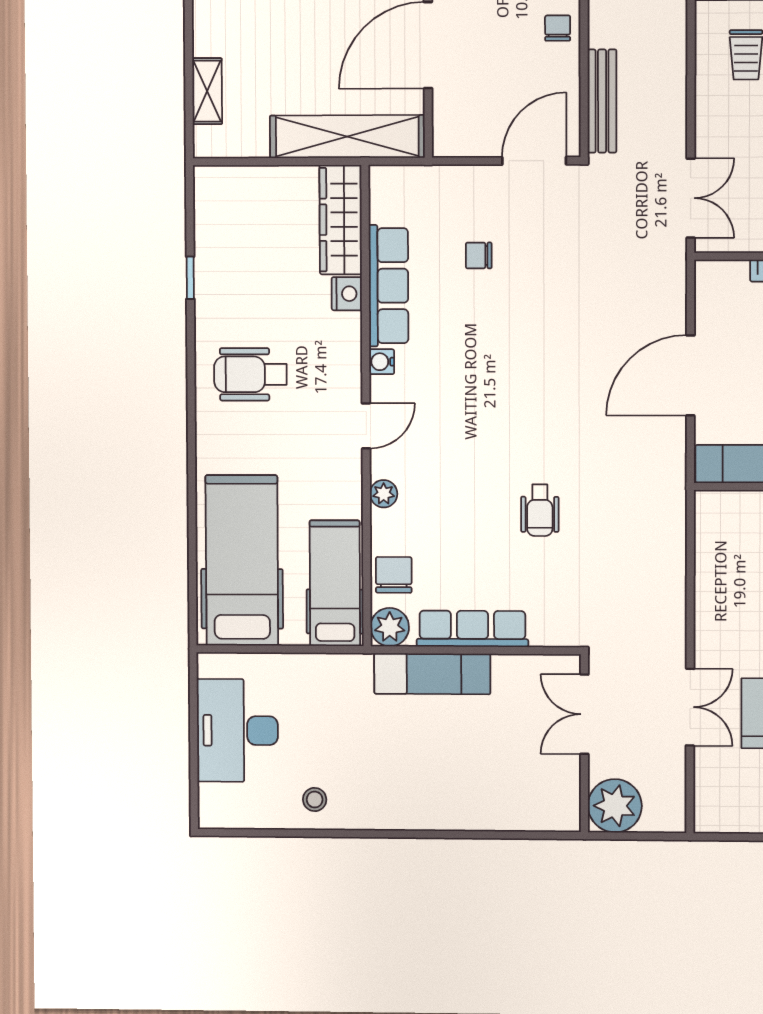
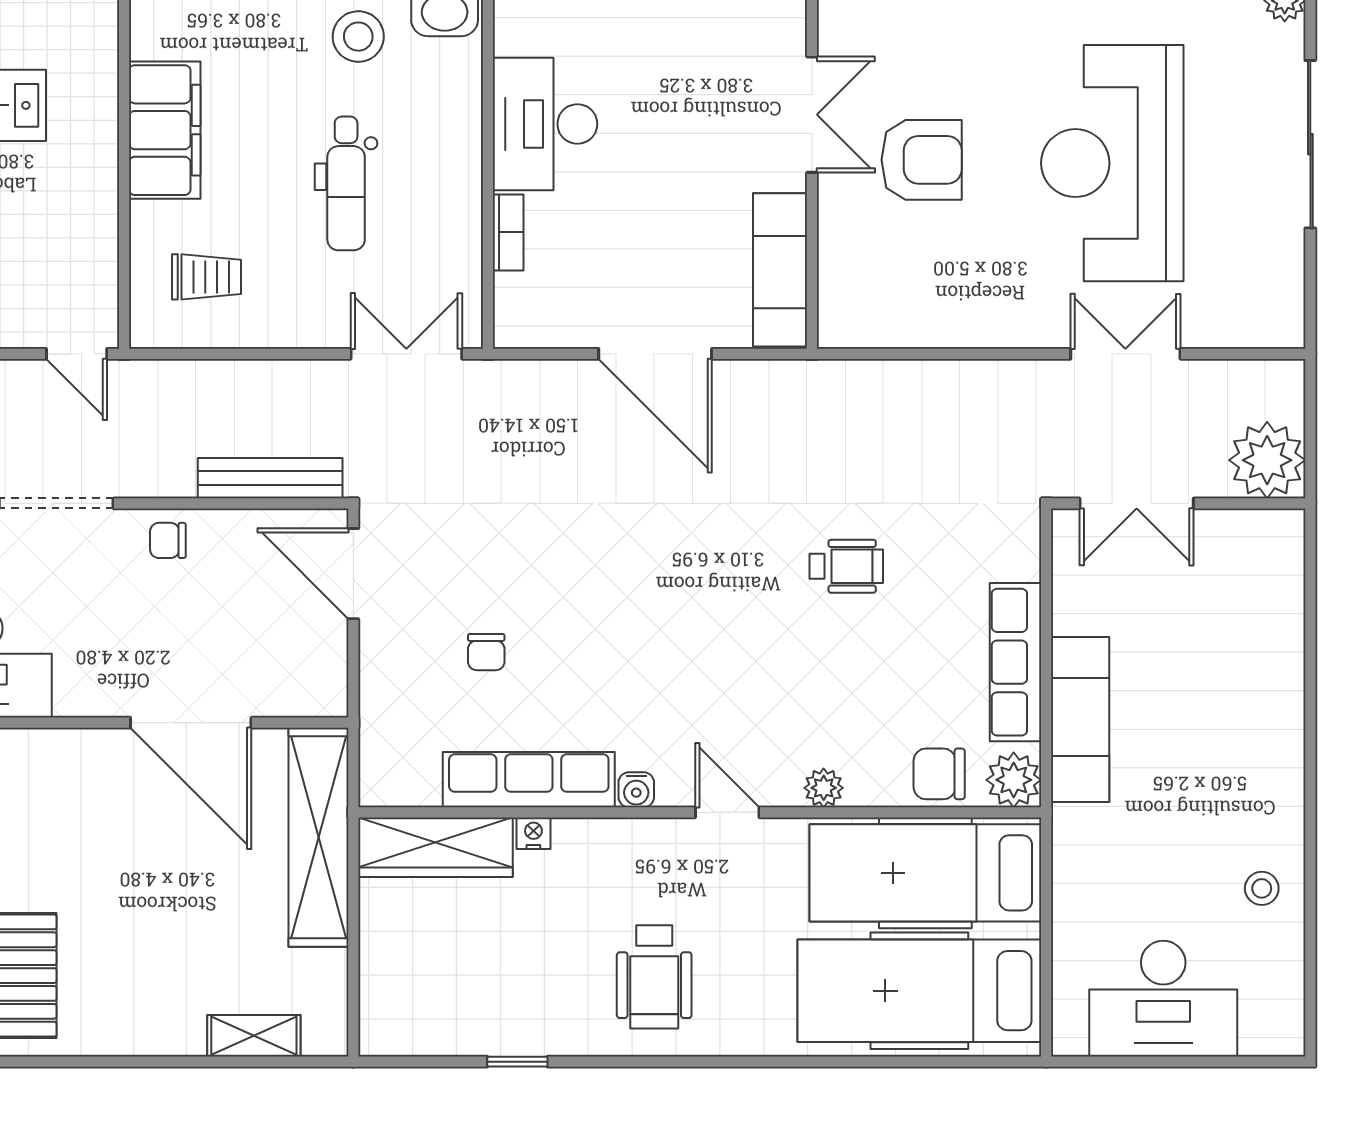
nightstand: (347, 294) -> (533, 833), width x0.72, depth x0.74
hospital bed: (335, 583) -> (925, 873), width x1.37, depth x1.29

